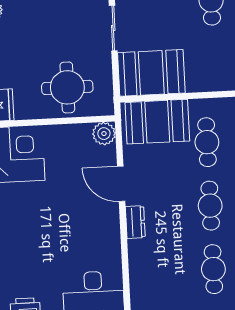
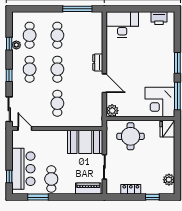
booth: (157, 122) -> (83, 116), removed

